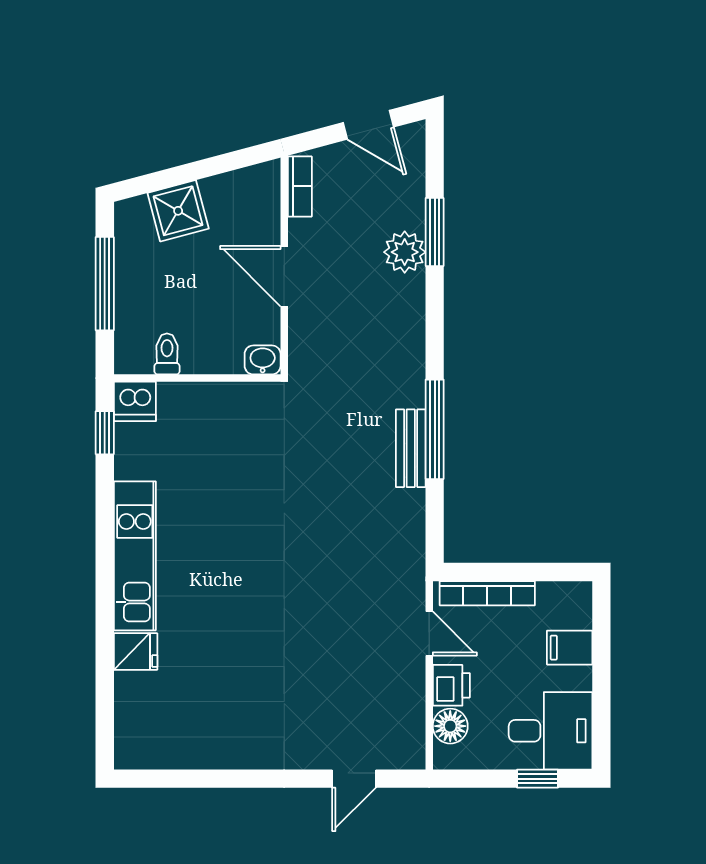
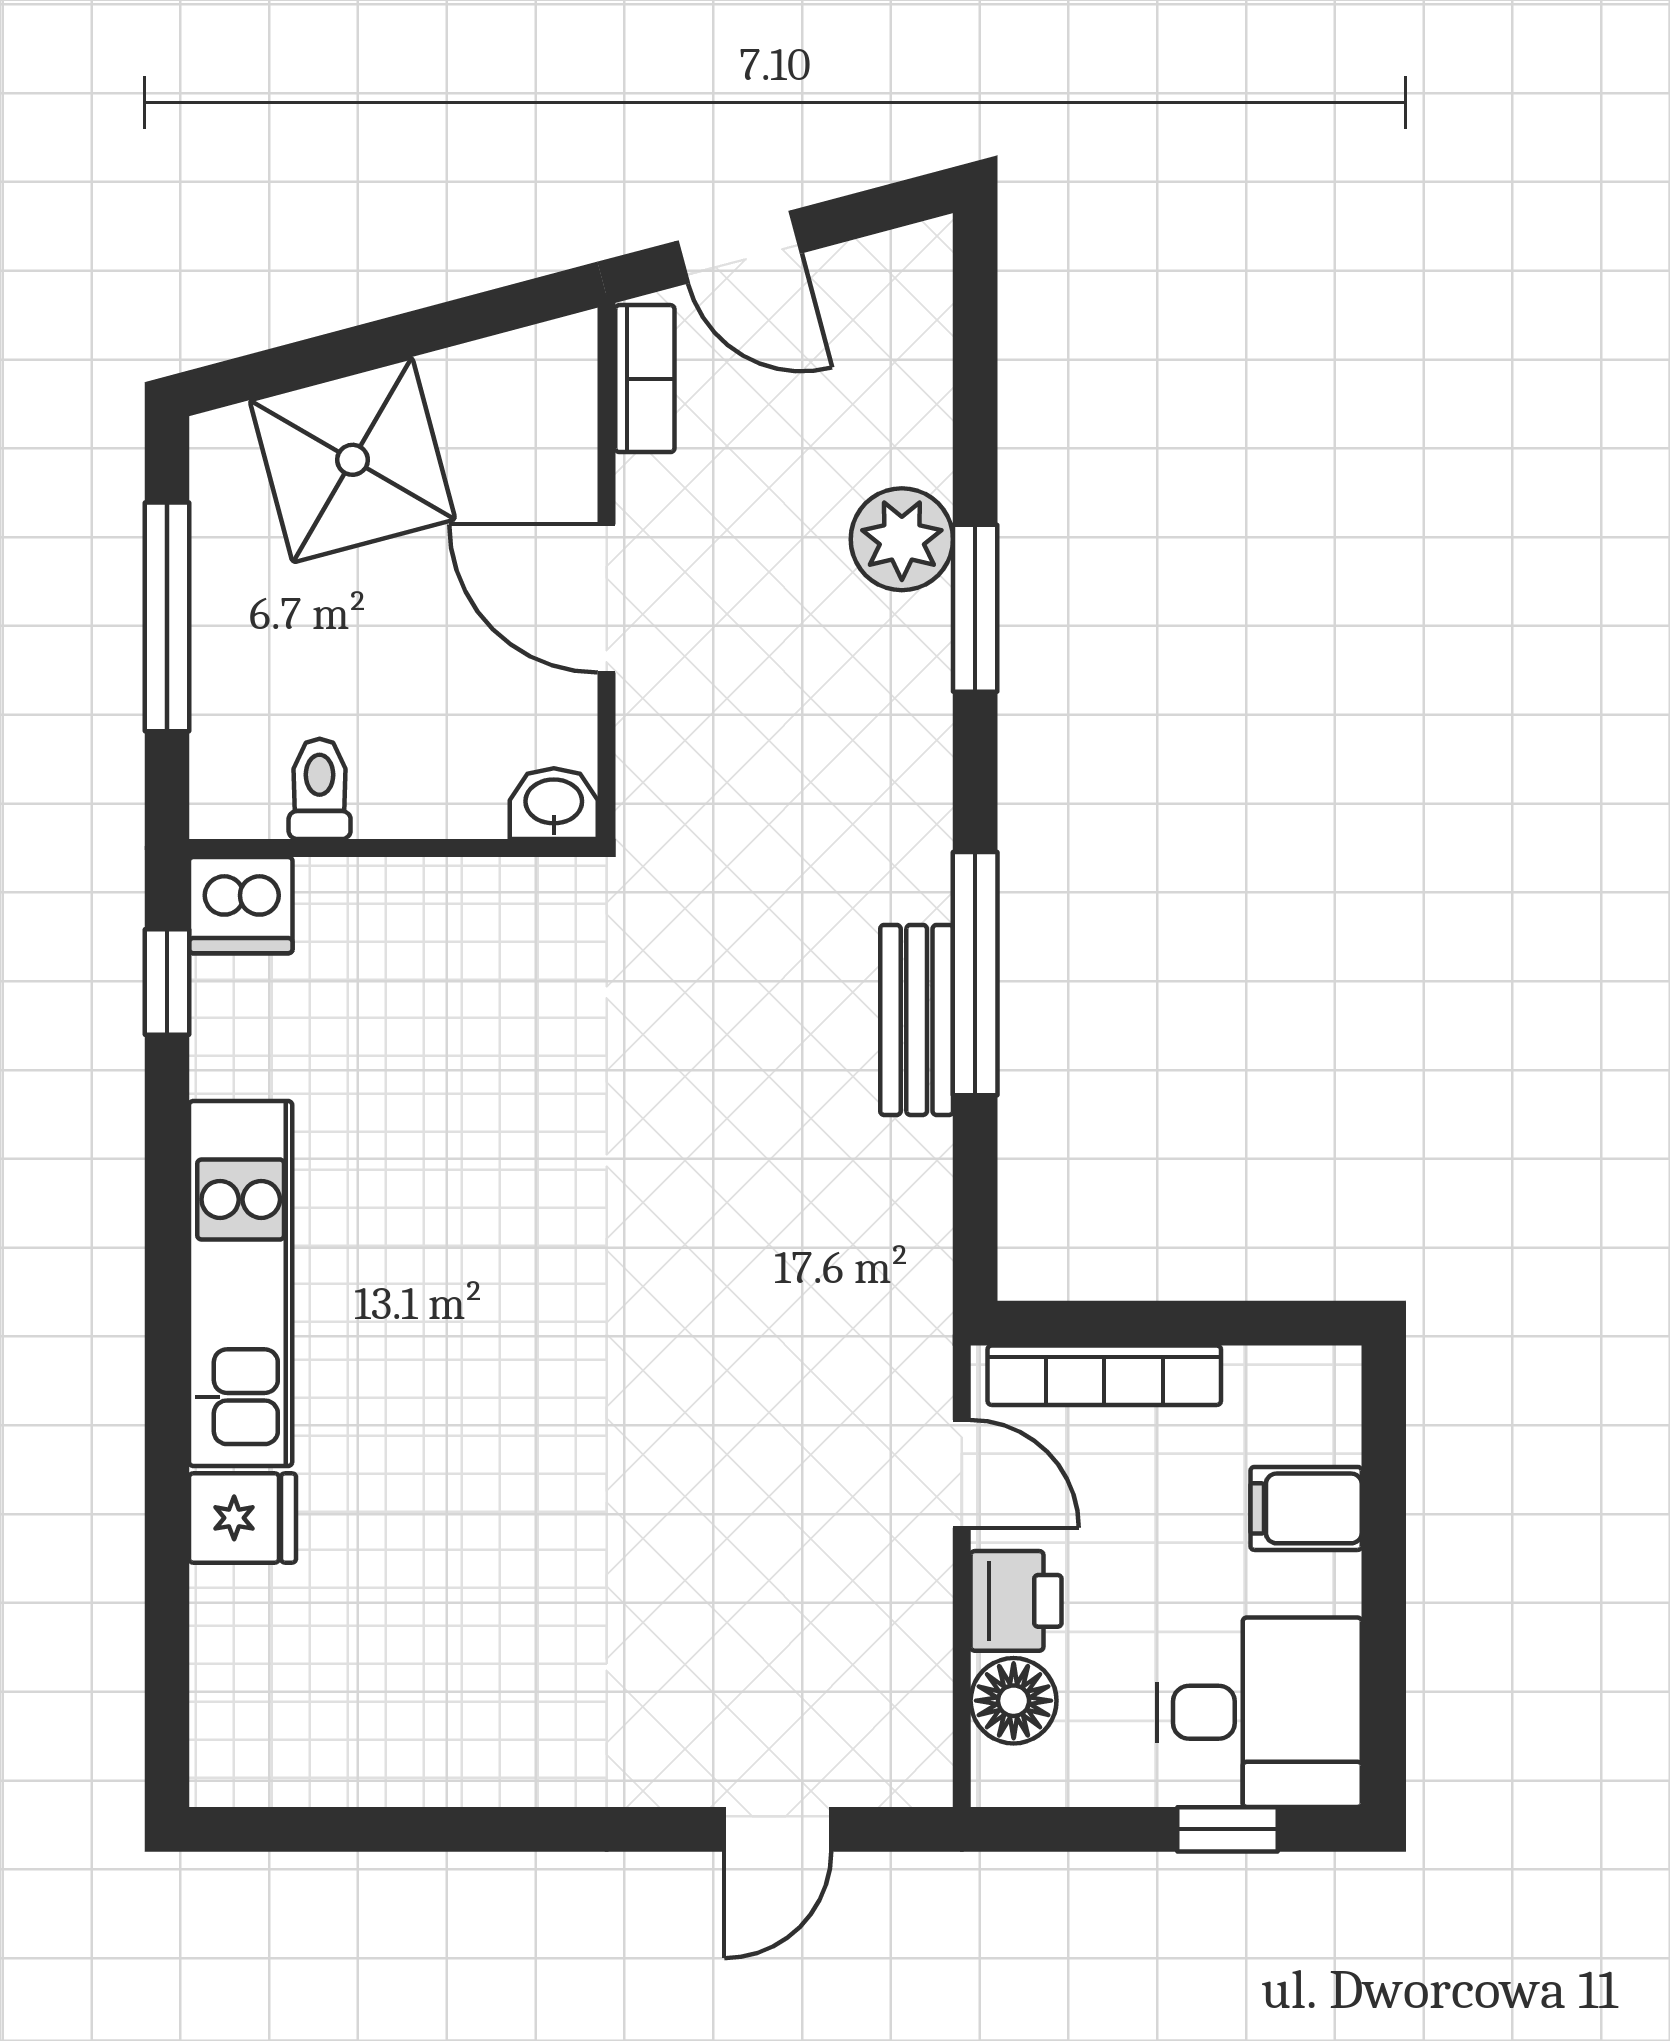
door: (368, 125) -> (739, 247), moved
shower: (178, 211) -> (352, 460), width x1.36, depth x1.36
window: (435, 232) -> (975, 608), moved

